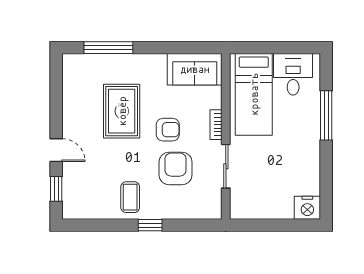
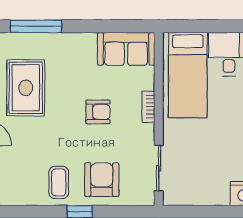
rug: (122, 111) -> (26, 88), moved
sliding door: (226, 166) -> (159, 168), moved
armchair: (176, 168) -> (102, 180), moved

